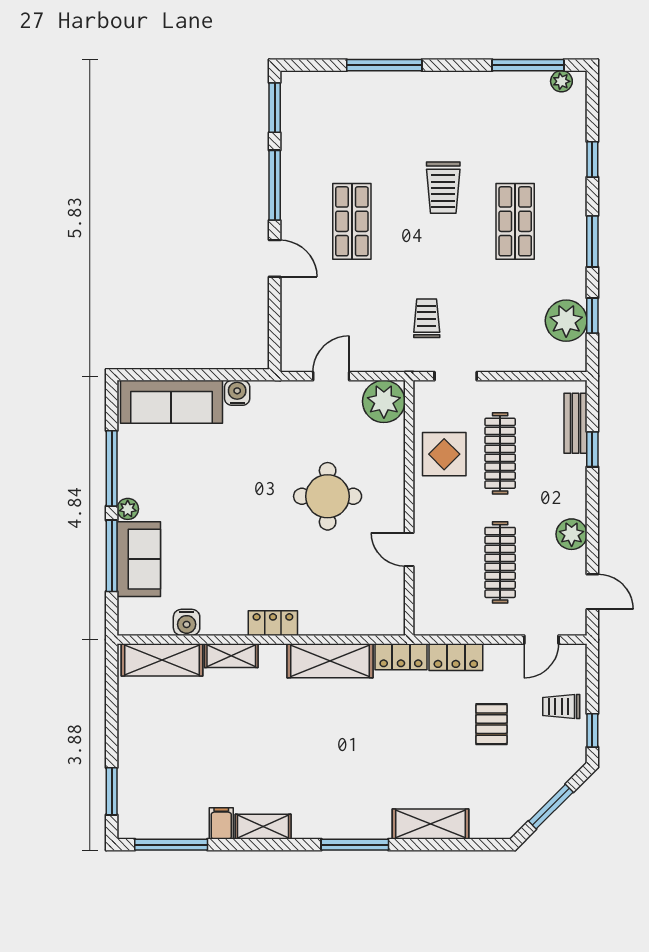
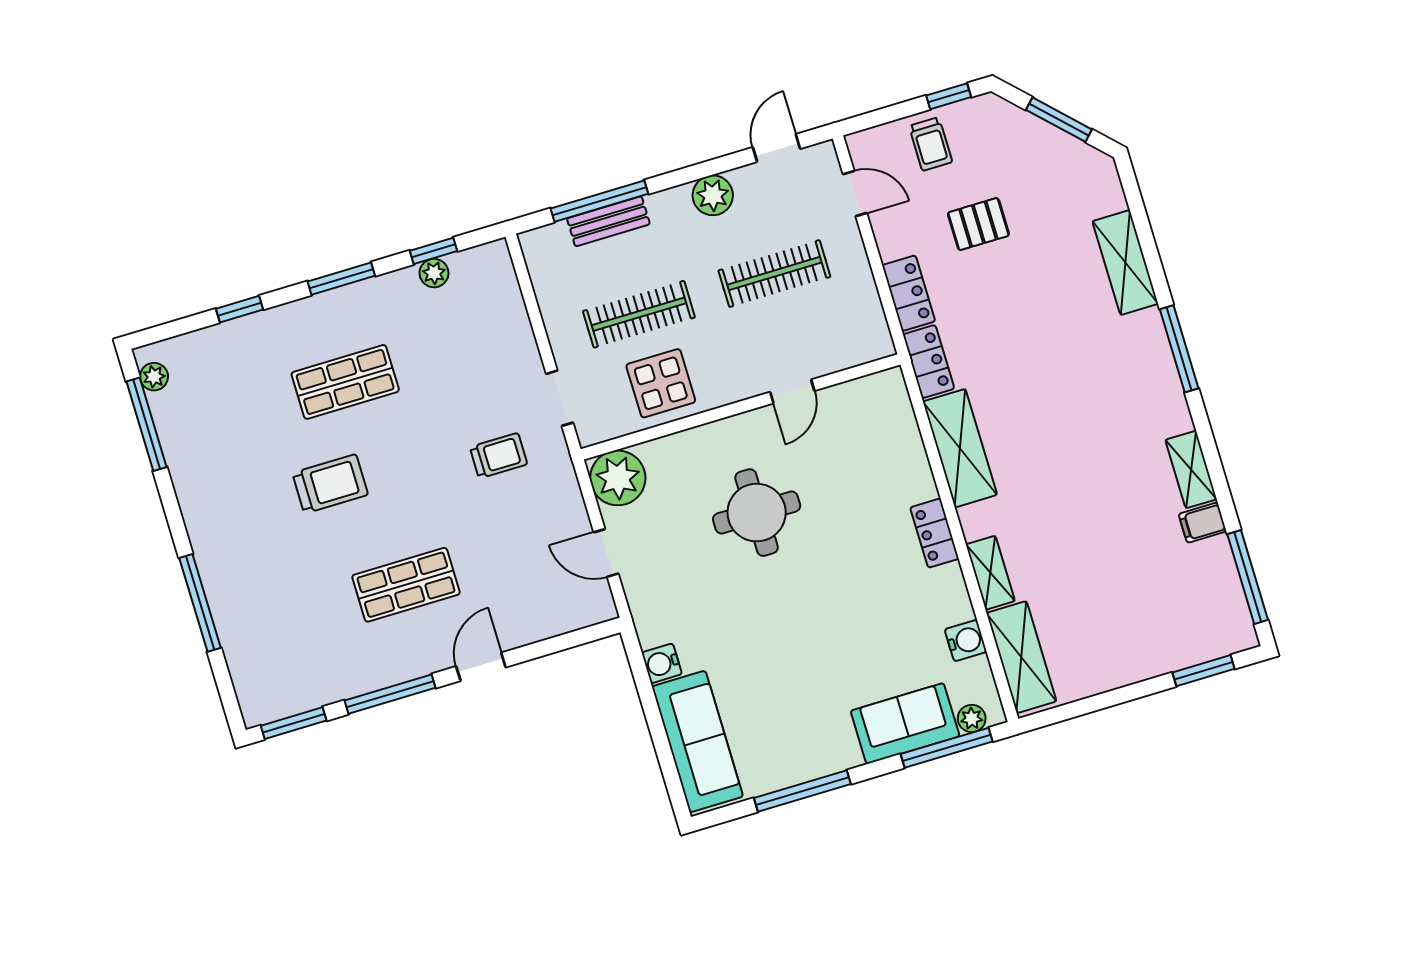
trolley: (427, 318) -> (499, 456), turned 180
plant: (566, 321) -> (434, 273), width x0.53, depth x0.53
bench: (576, 423) -> (608, 221), moved
window: (592, 449) -> (599, 201), width x2.17
plant: (128, 509) -> (972, 718), moved
window: (112, 556) -> (947, 748), moved

